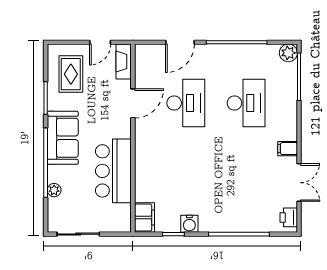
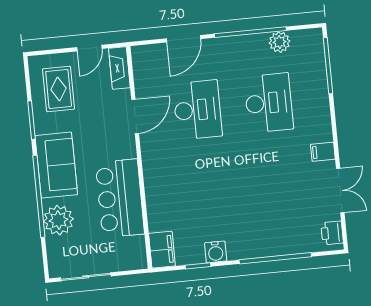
plant: (288, 53) -> (280, 42), moved
plant: (54, 190) -> (58, 220), width x1.88, depth x1.88

